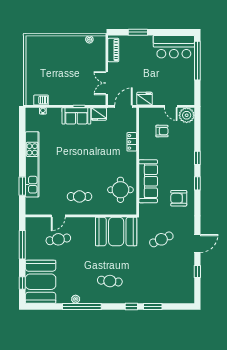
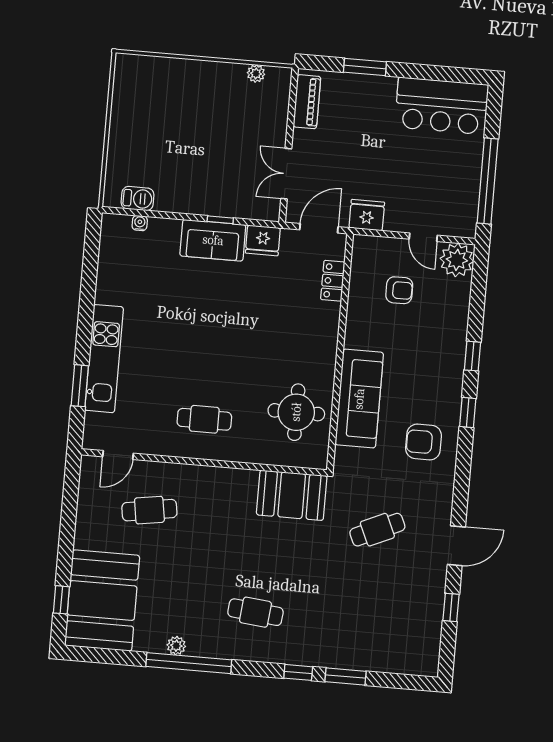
window: (197, 61) -> (488, 181), moved
locker: (132, 142) -> (333, 281), moved
kitchen unit: (32, 164) -> (104, 359), width x0.73
door: (58, 216) -> (118, 455), moved
booth: (116, 232) -> (292, 495), width x0.73, depth x0.70
window: (22, 245) -> (69, 515), removed

